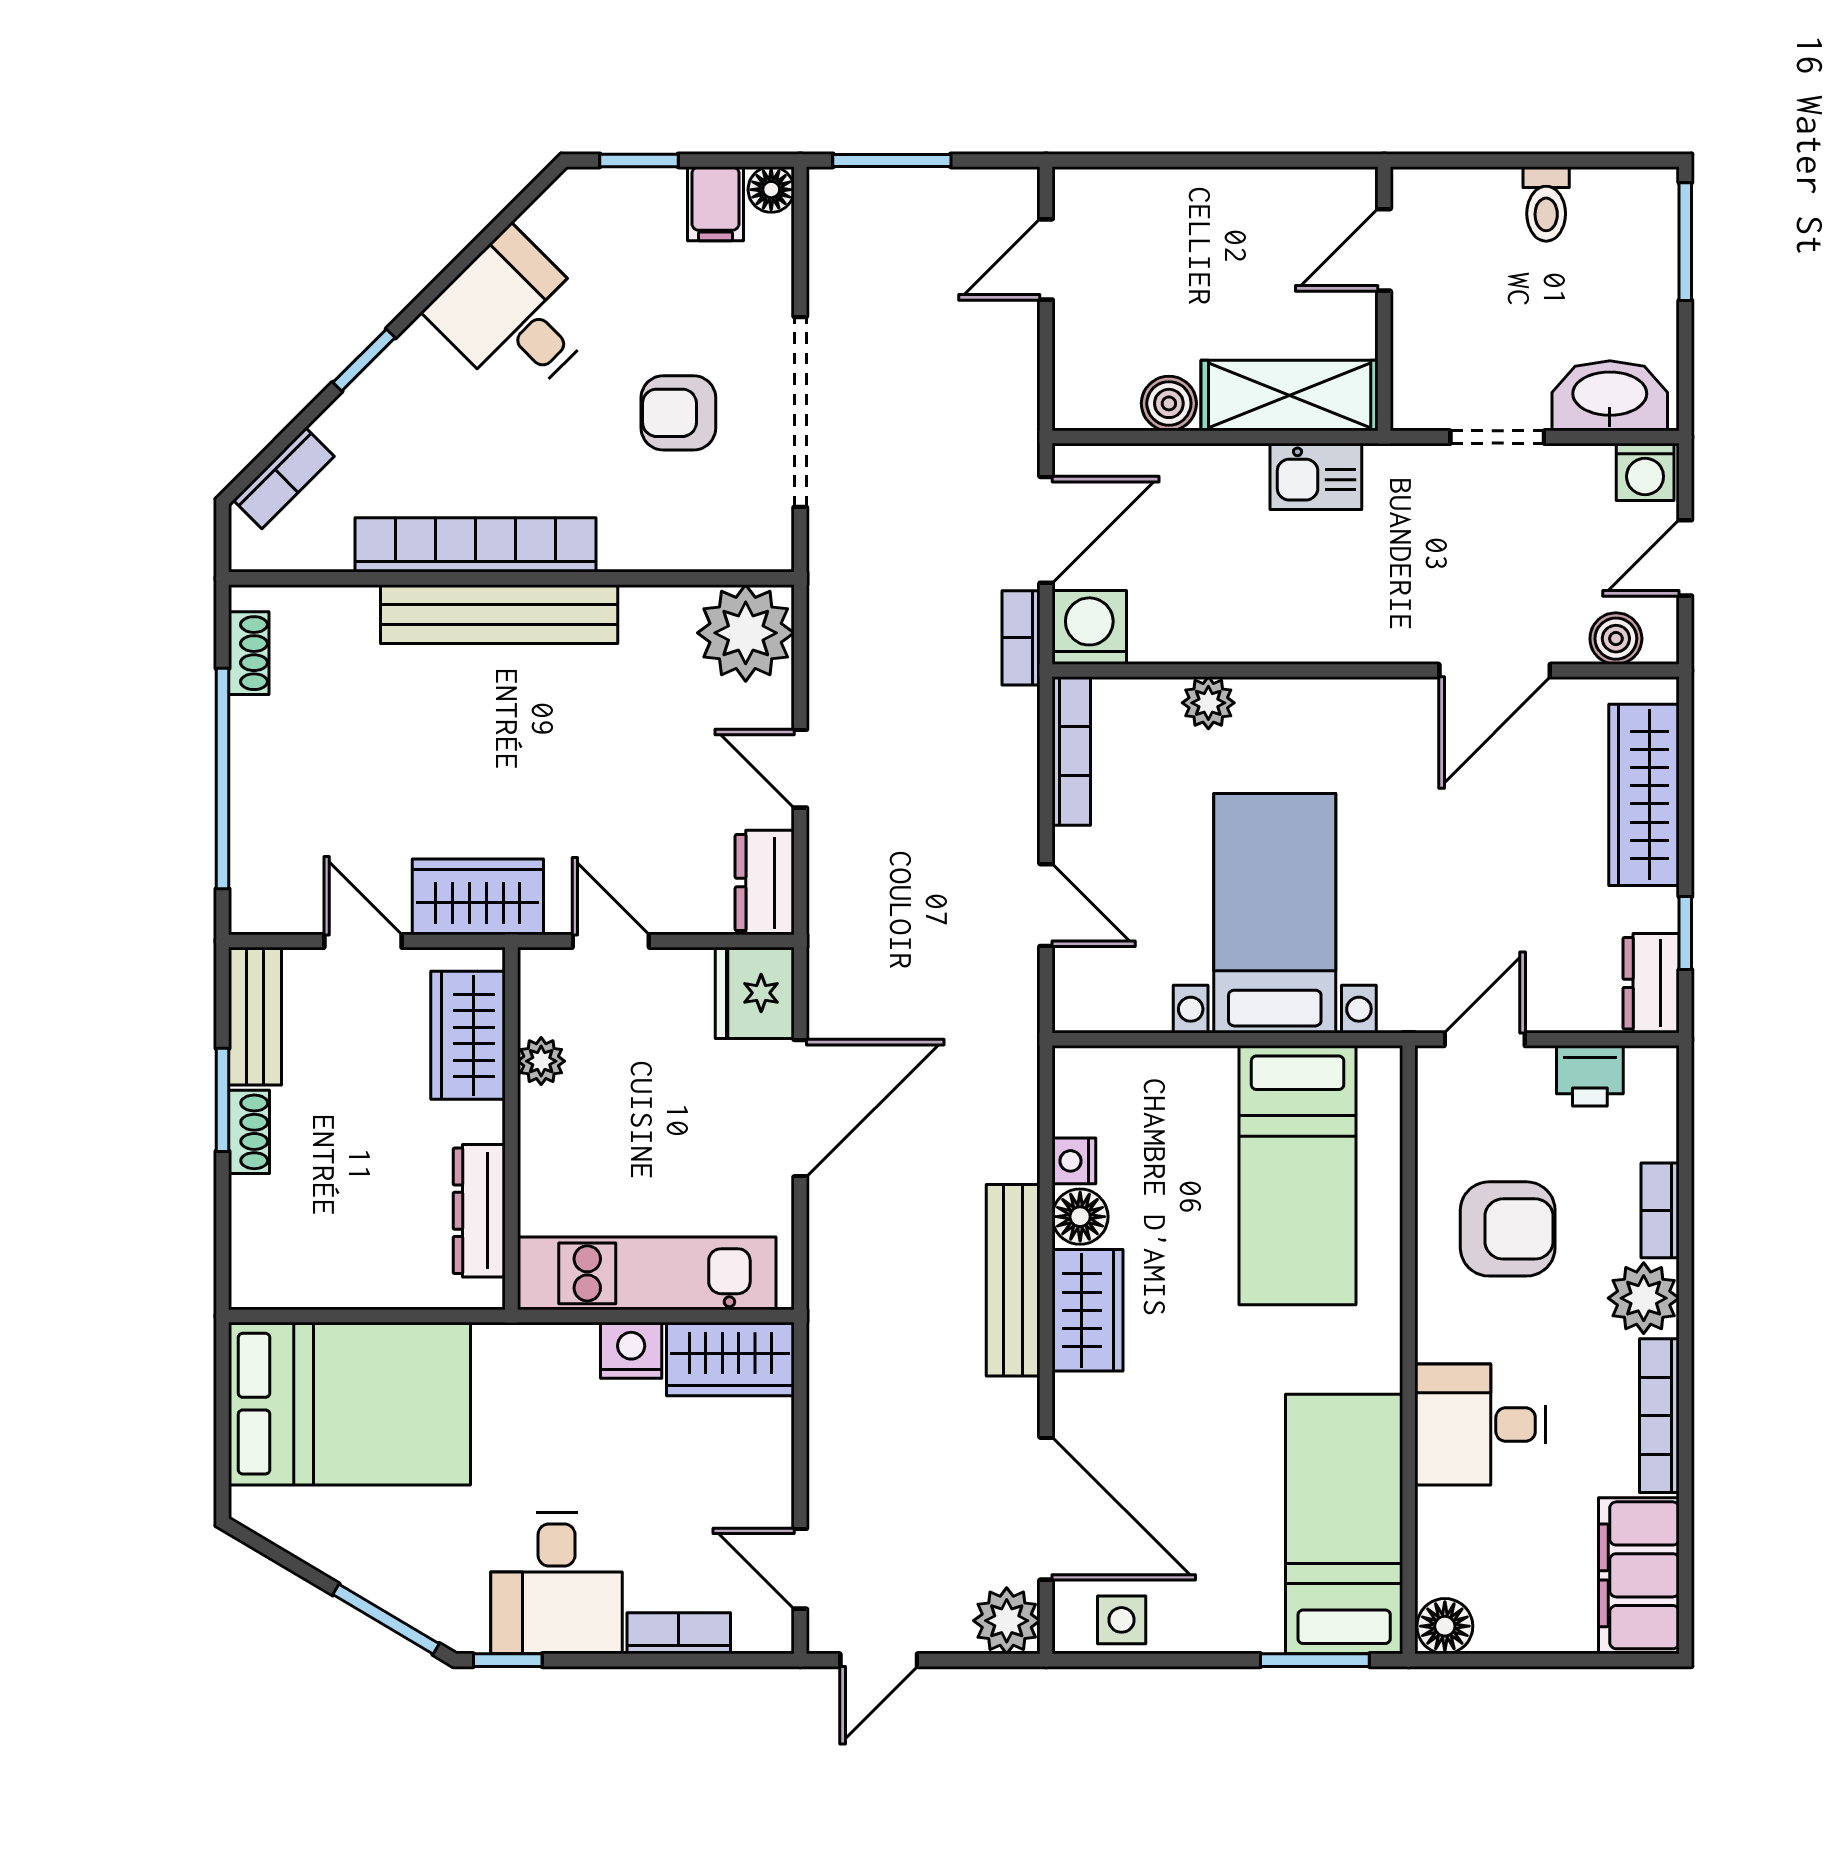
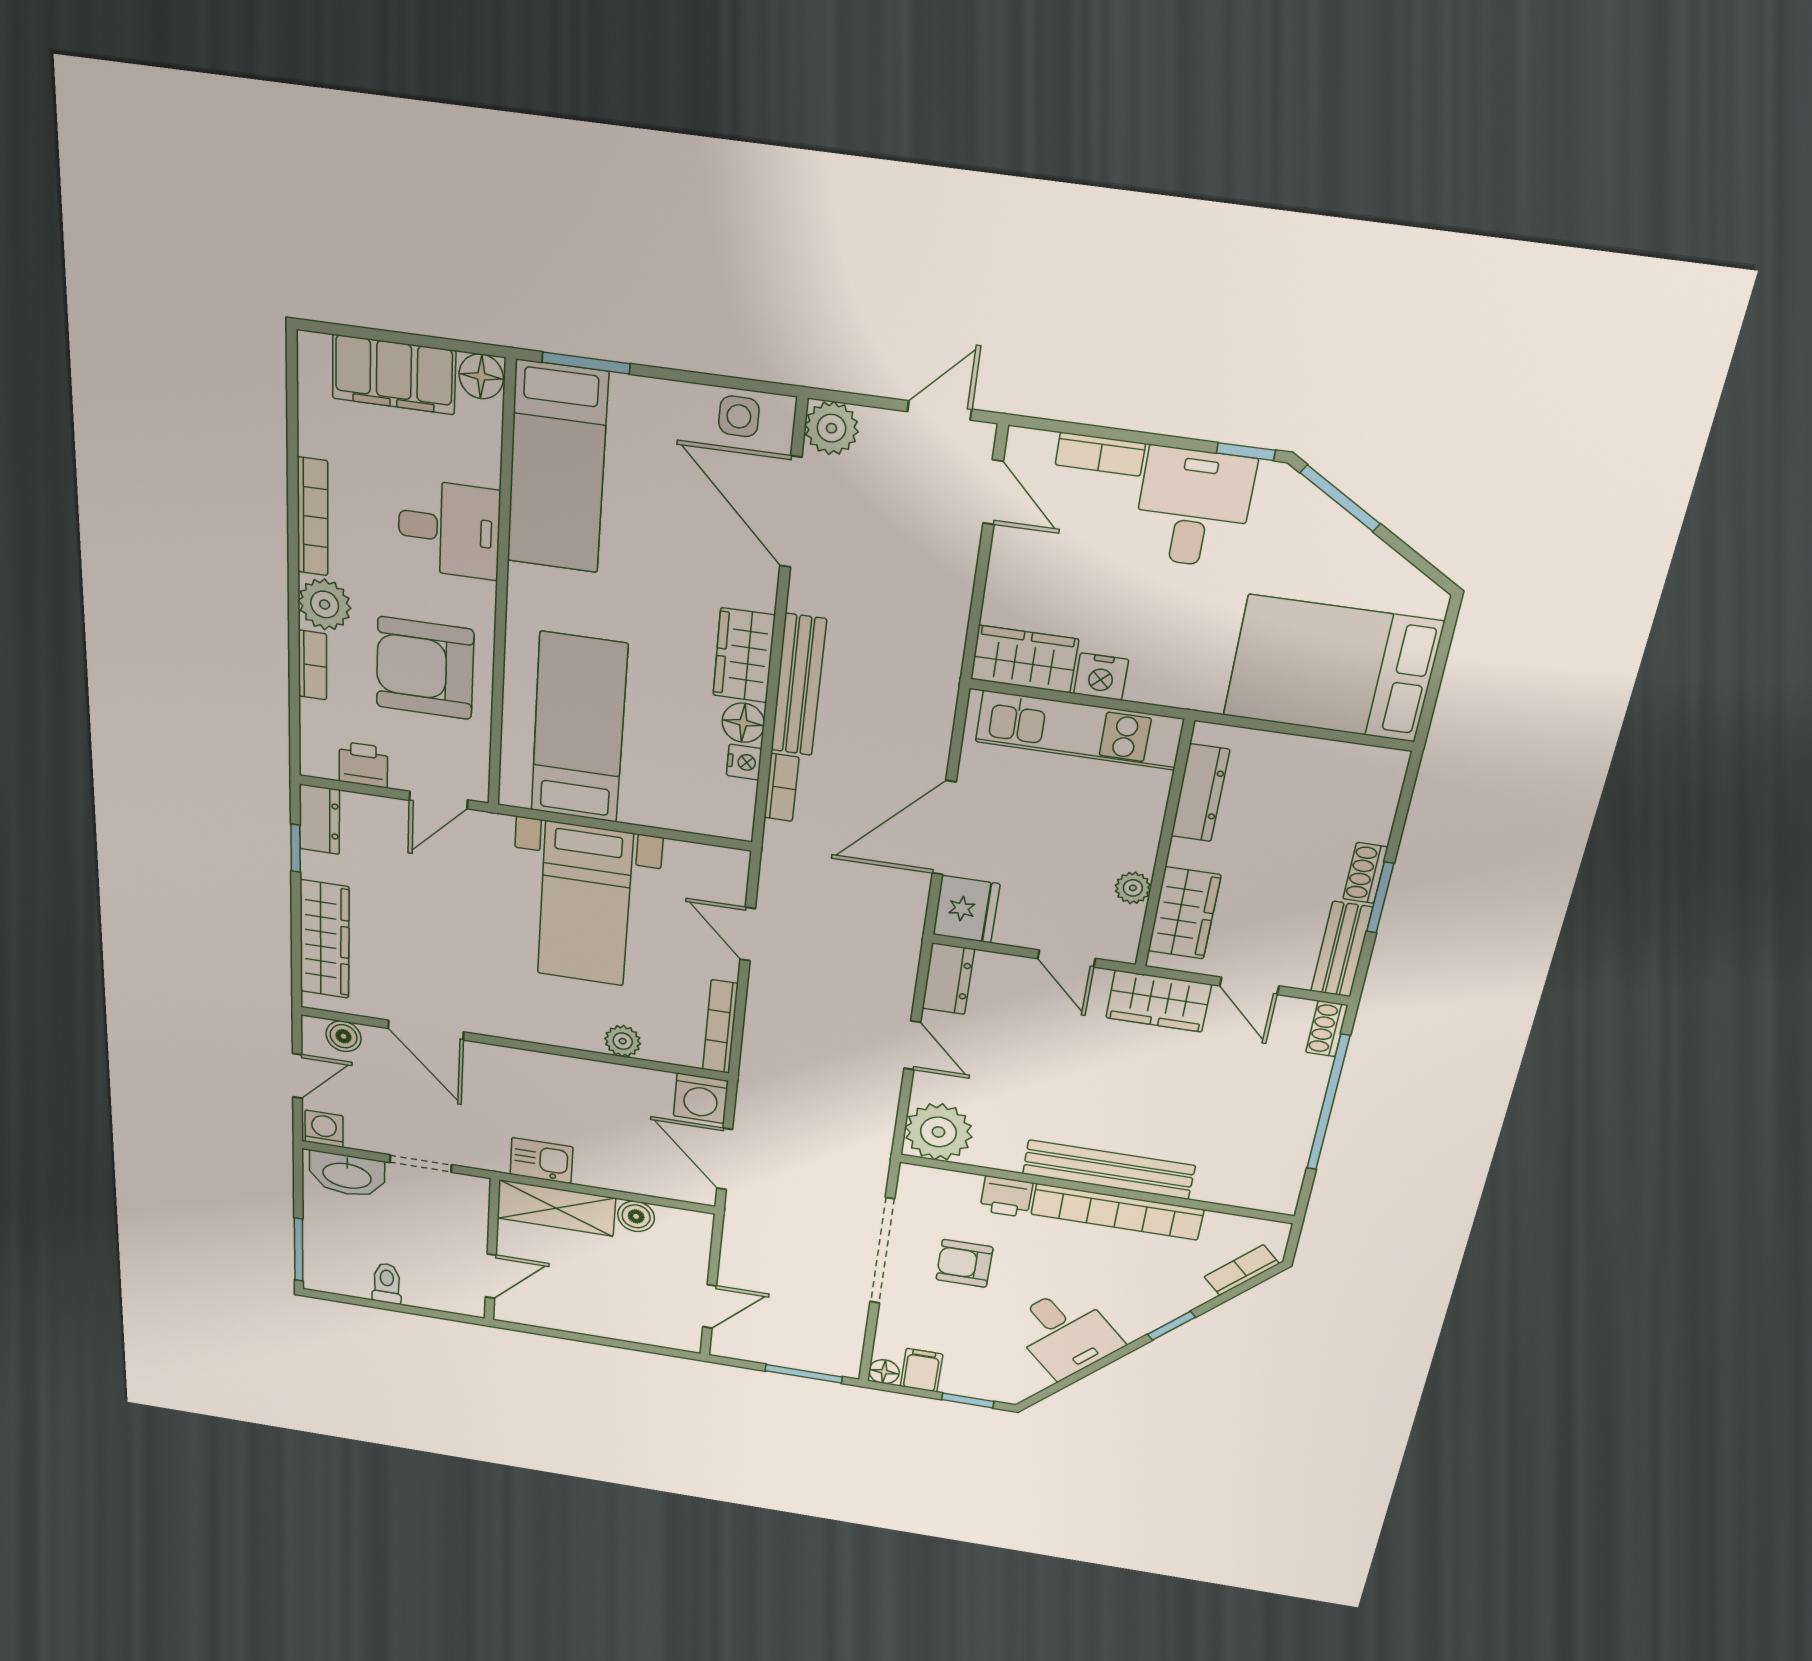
armchair: (678, 413) -> (964, 1263), turned 180
door: (1046, 530) -> (725, 1159), hinge flipped
printer: (635, 541) -> (1006, 1197), added
bookcase: (1021, 638) -> (781, 787), moved
shoe rack: (249, 653) -> (1327, 1029), moved
door: (1495, 671) -> (426, 1030), swing flipped
armchair: (1508, 1229) -> (425, 668), width x1.36, depth x1.36
filing cabinet: (1639, 1575) -> (394, 375), moved, turned 90

